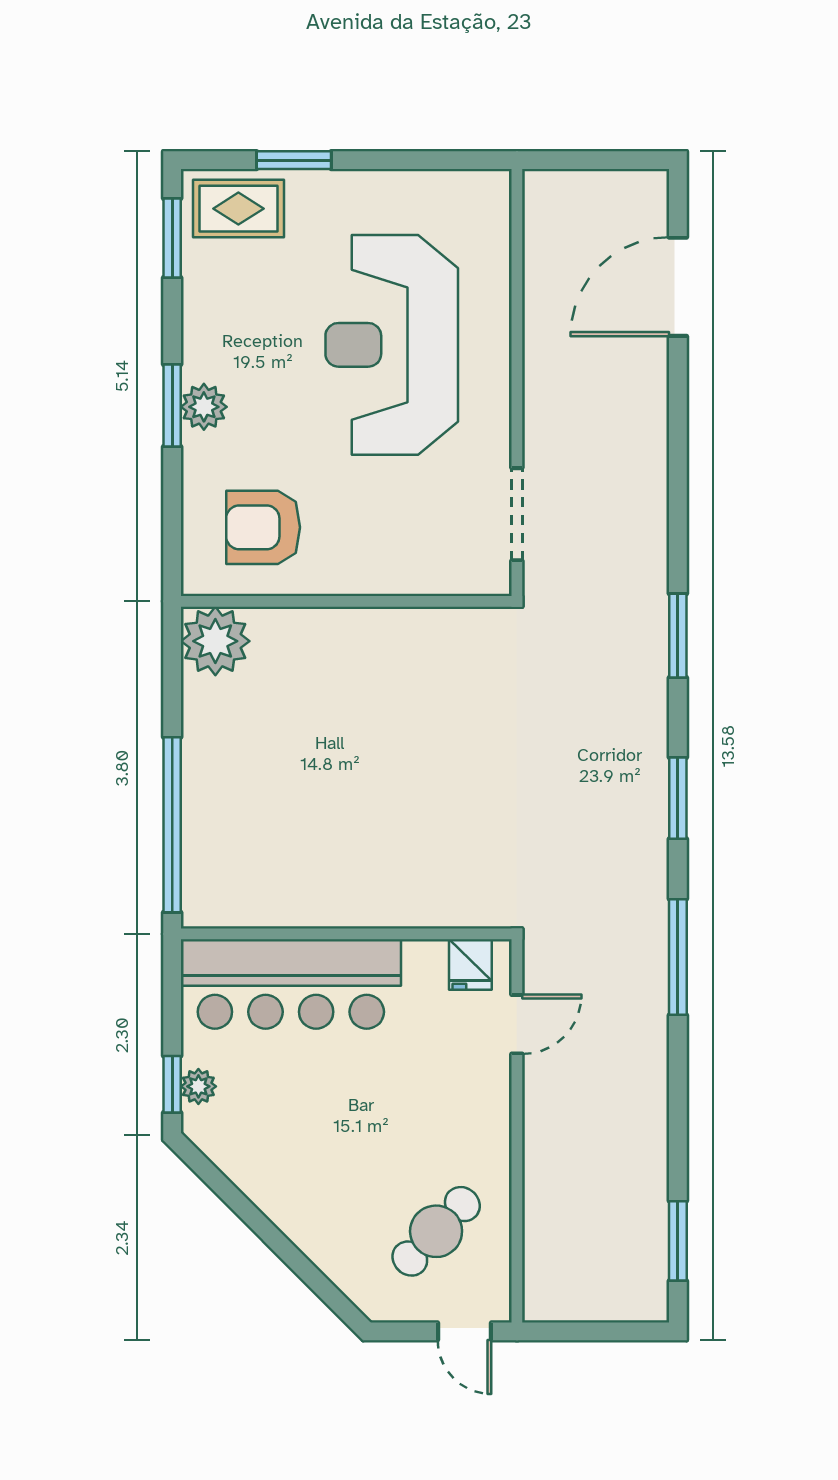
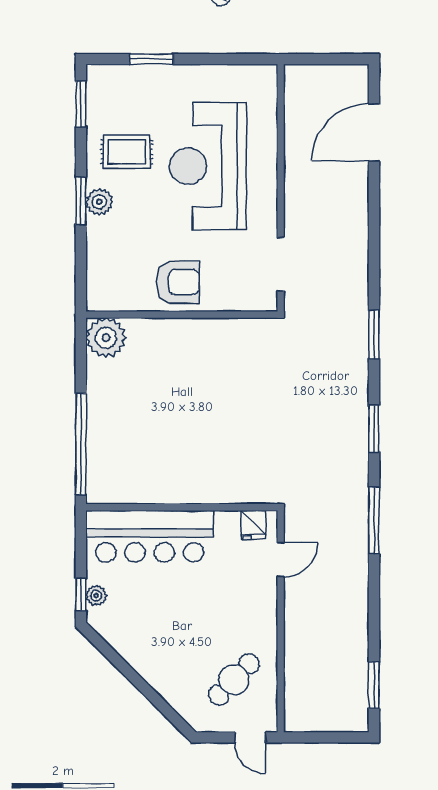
rug: (238, 209) -> (127, 152), moved
armchair: (263, 527) -> (178, 282), moved, turned 180

